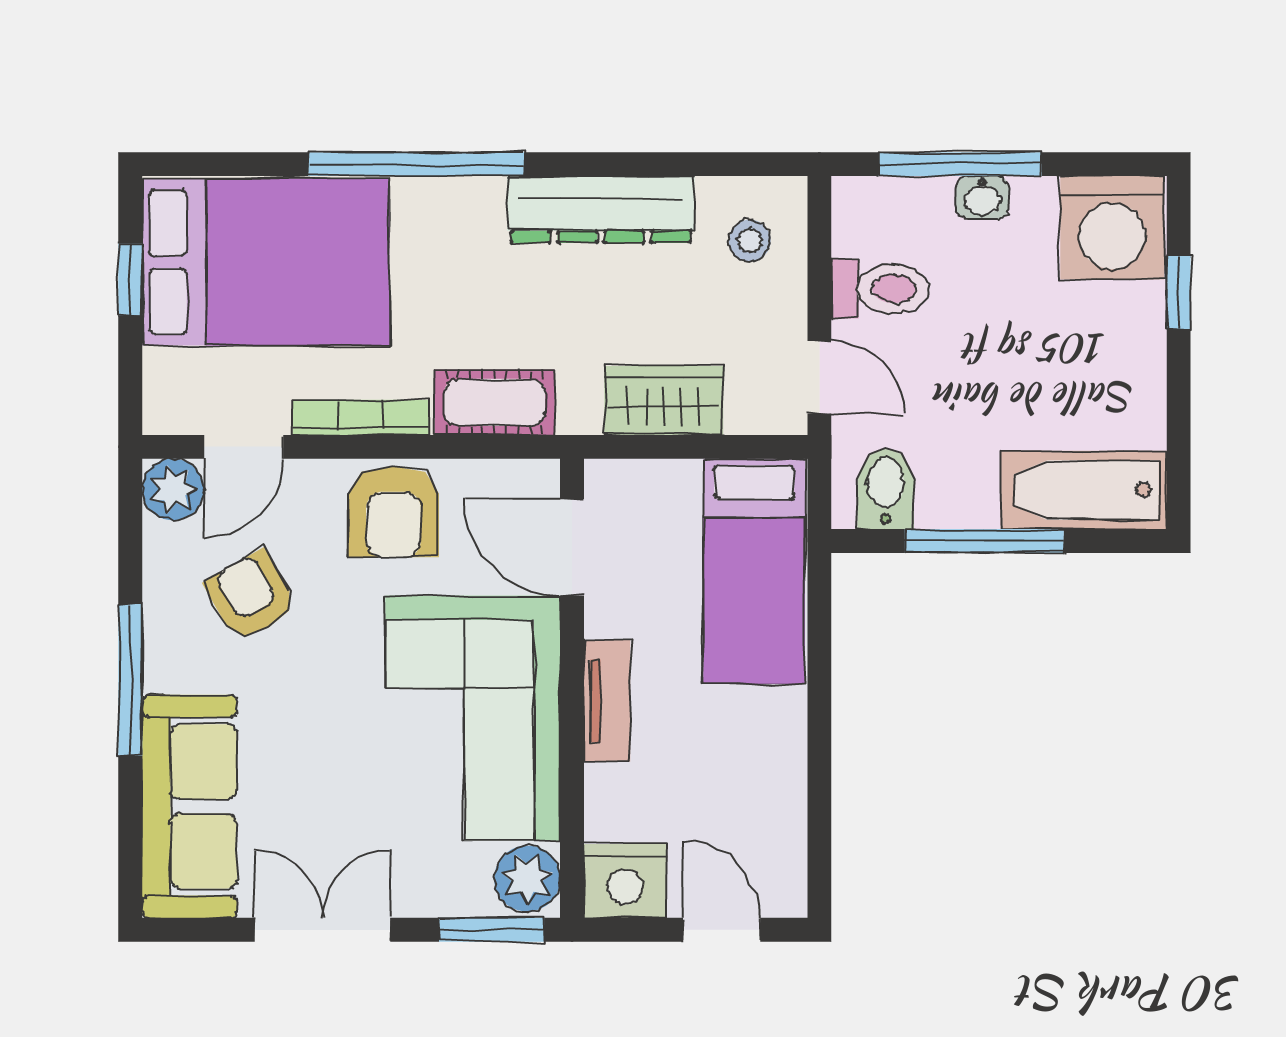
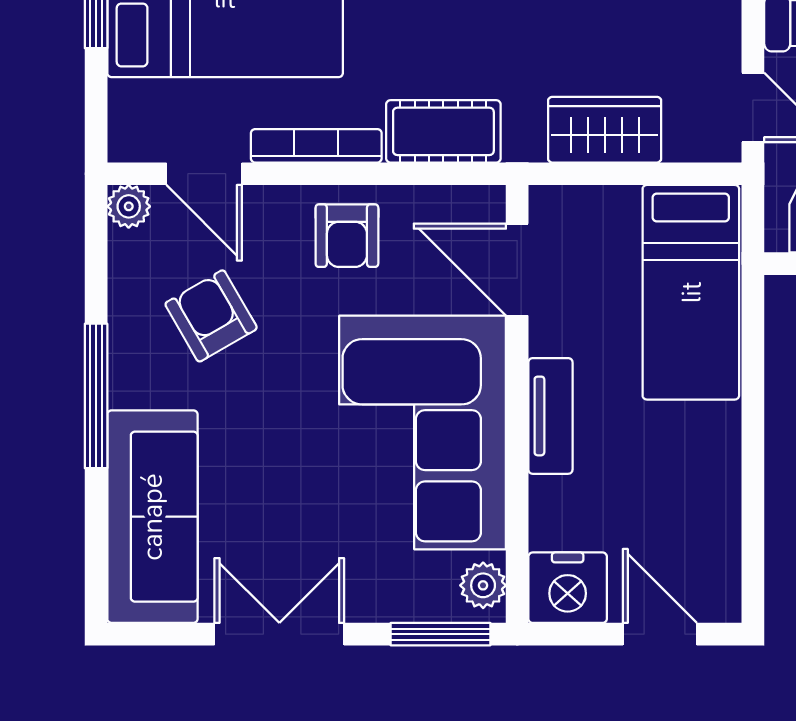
door: (244, 447) -> (204, 174), hinge flipped
plant: (173, 489) -> (129, 206), width x0.73, depth x0.73
armchair: (393, 512) -> (347, 236), width x0.72, depth x0.72
plant: (527, 879) -> (483, 585), width x0.73, depth x0.73

